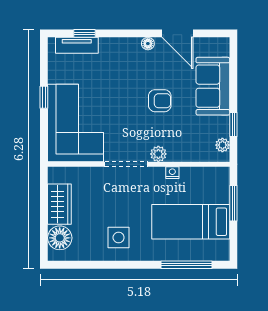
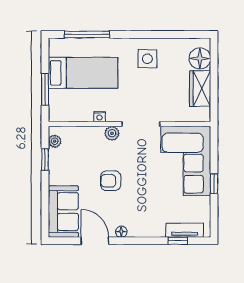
sofa: (213, 86) -> (63, 212), moved

